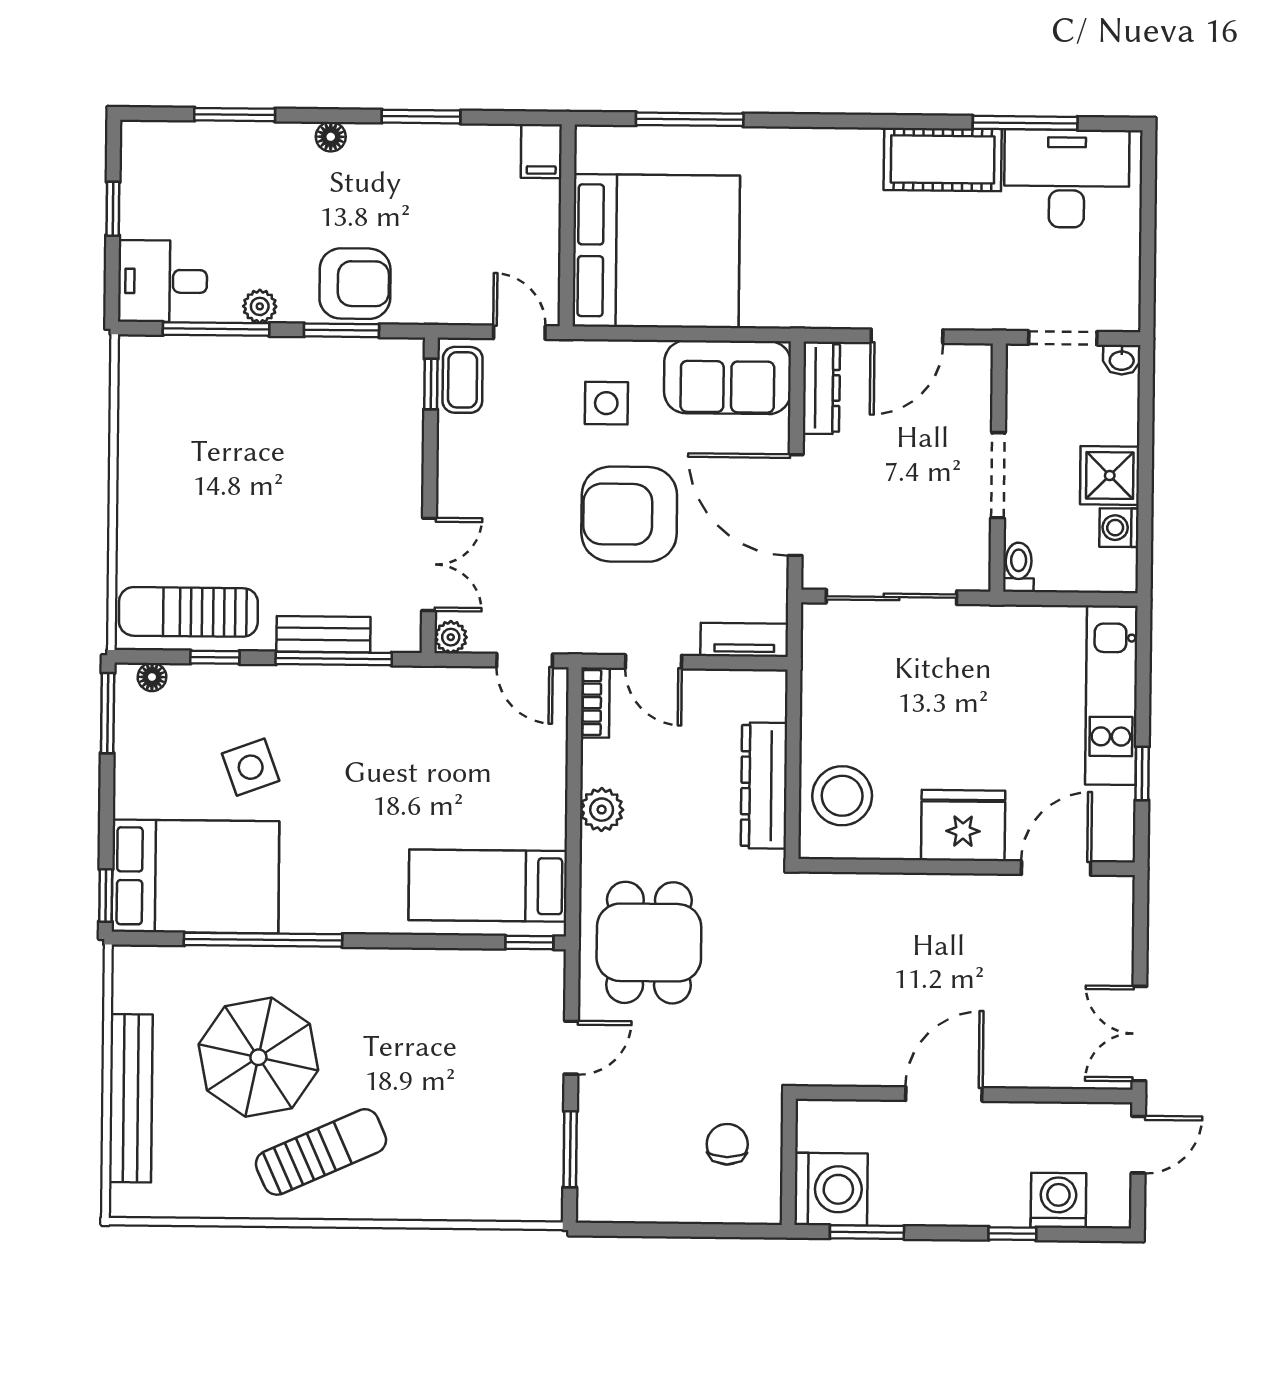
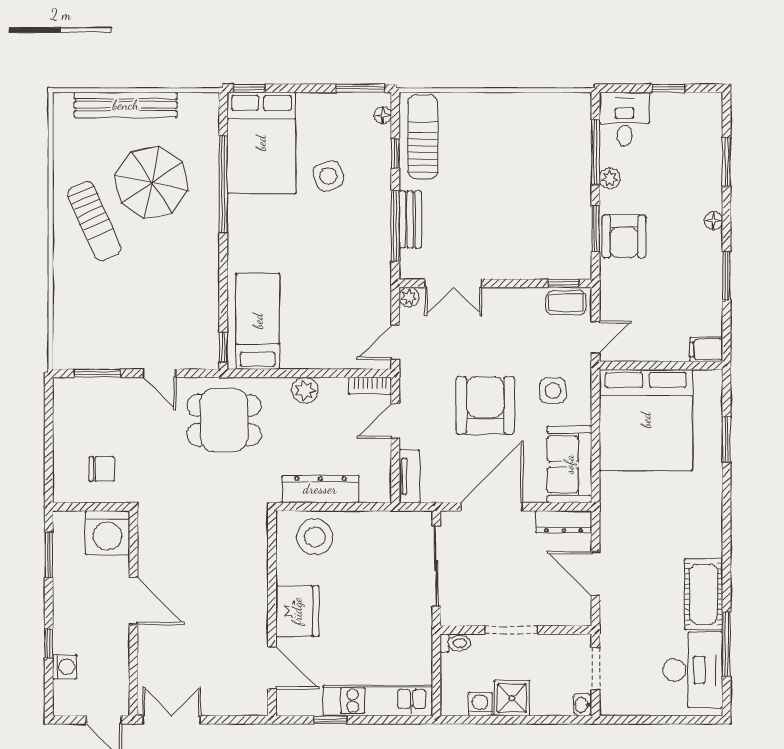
window: (690, 119) -> (726, 440), width x0.69
washing machine: (831, 1189) -> (107, 533), moved
washing machine: (1058, 1200) -> (65, 667), width x0.73, depth x0.73

